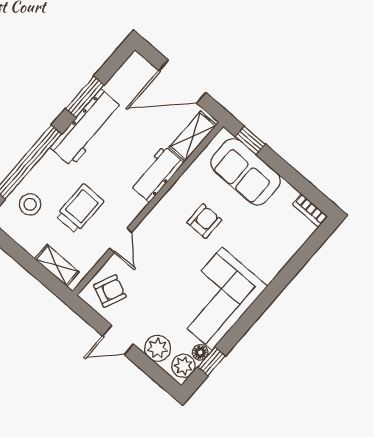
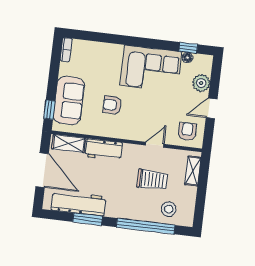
workbench: (86, 128) -> (79, 203), moved
trolley: (80, 209) -> (152, 180), turned 180
armchair: (110, 291) -> (187, 132), turned 66
door: (118, 340) -> (212, 108), swing flipped
plant: (183, 366) -> (201, 62), removed

